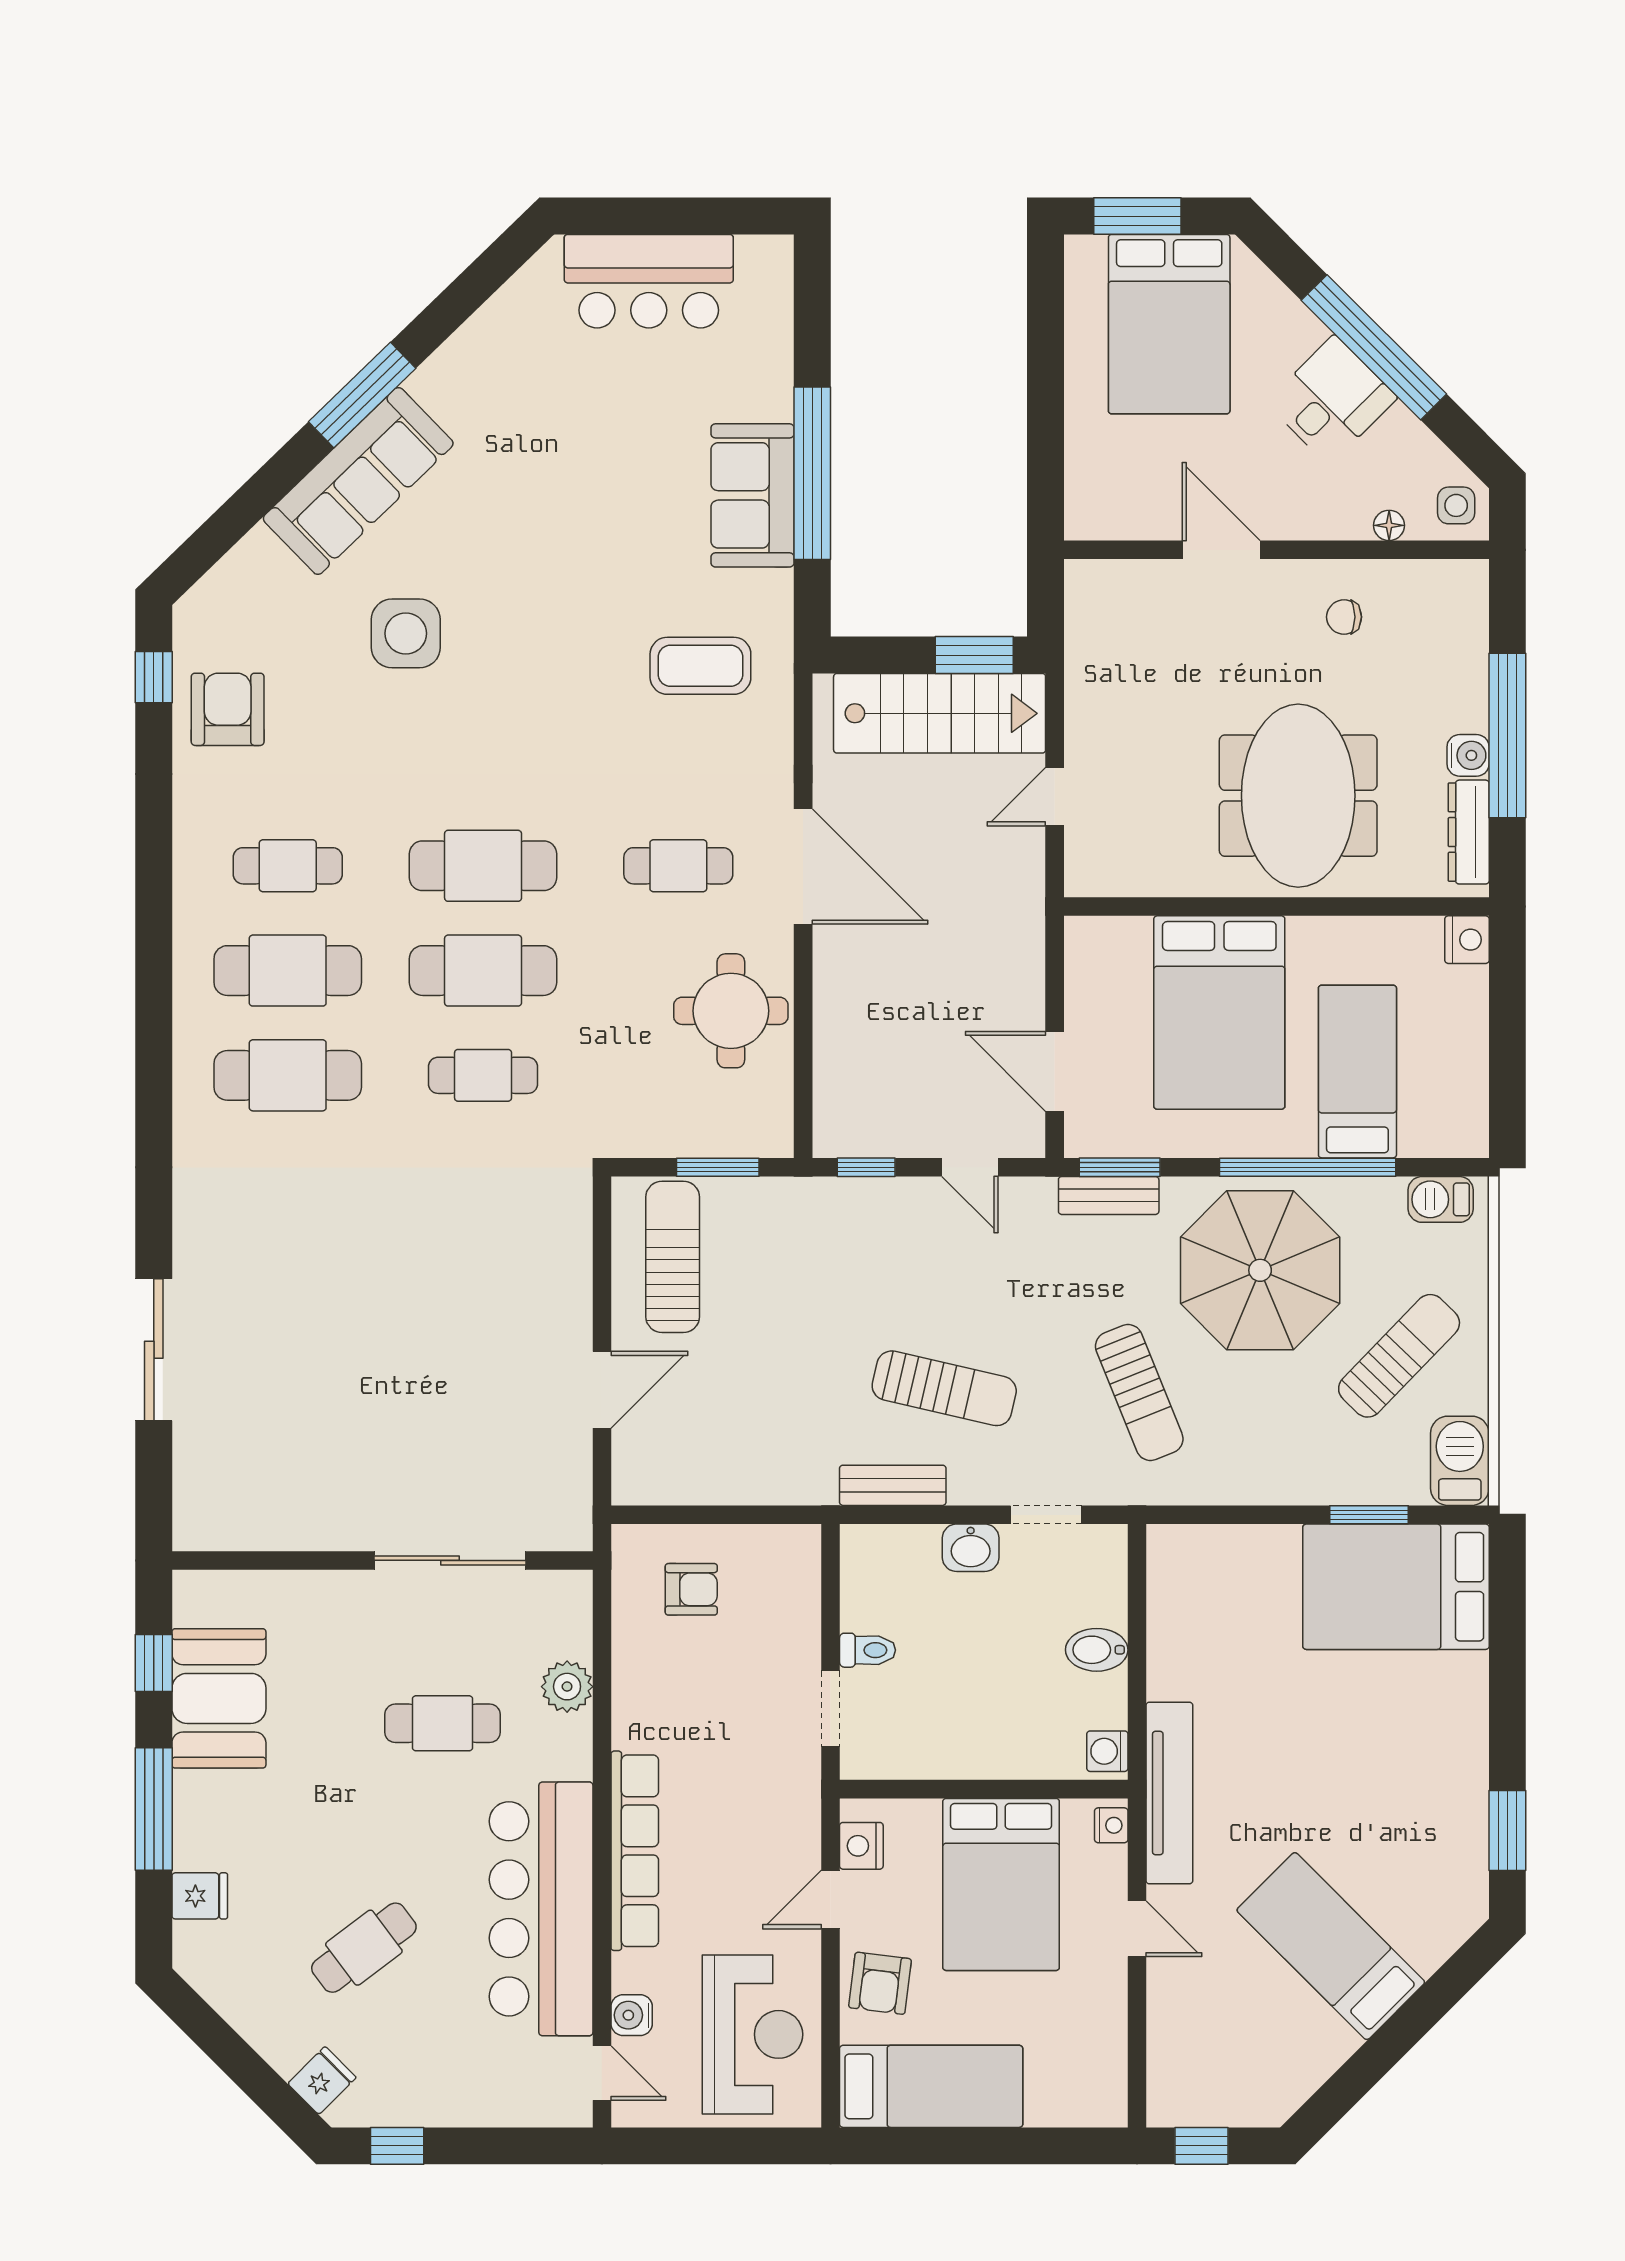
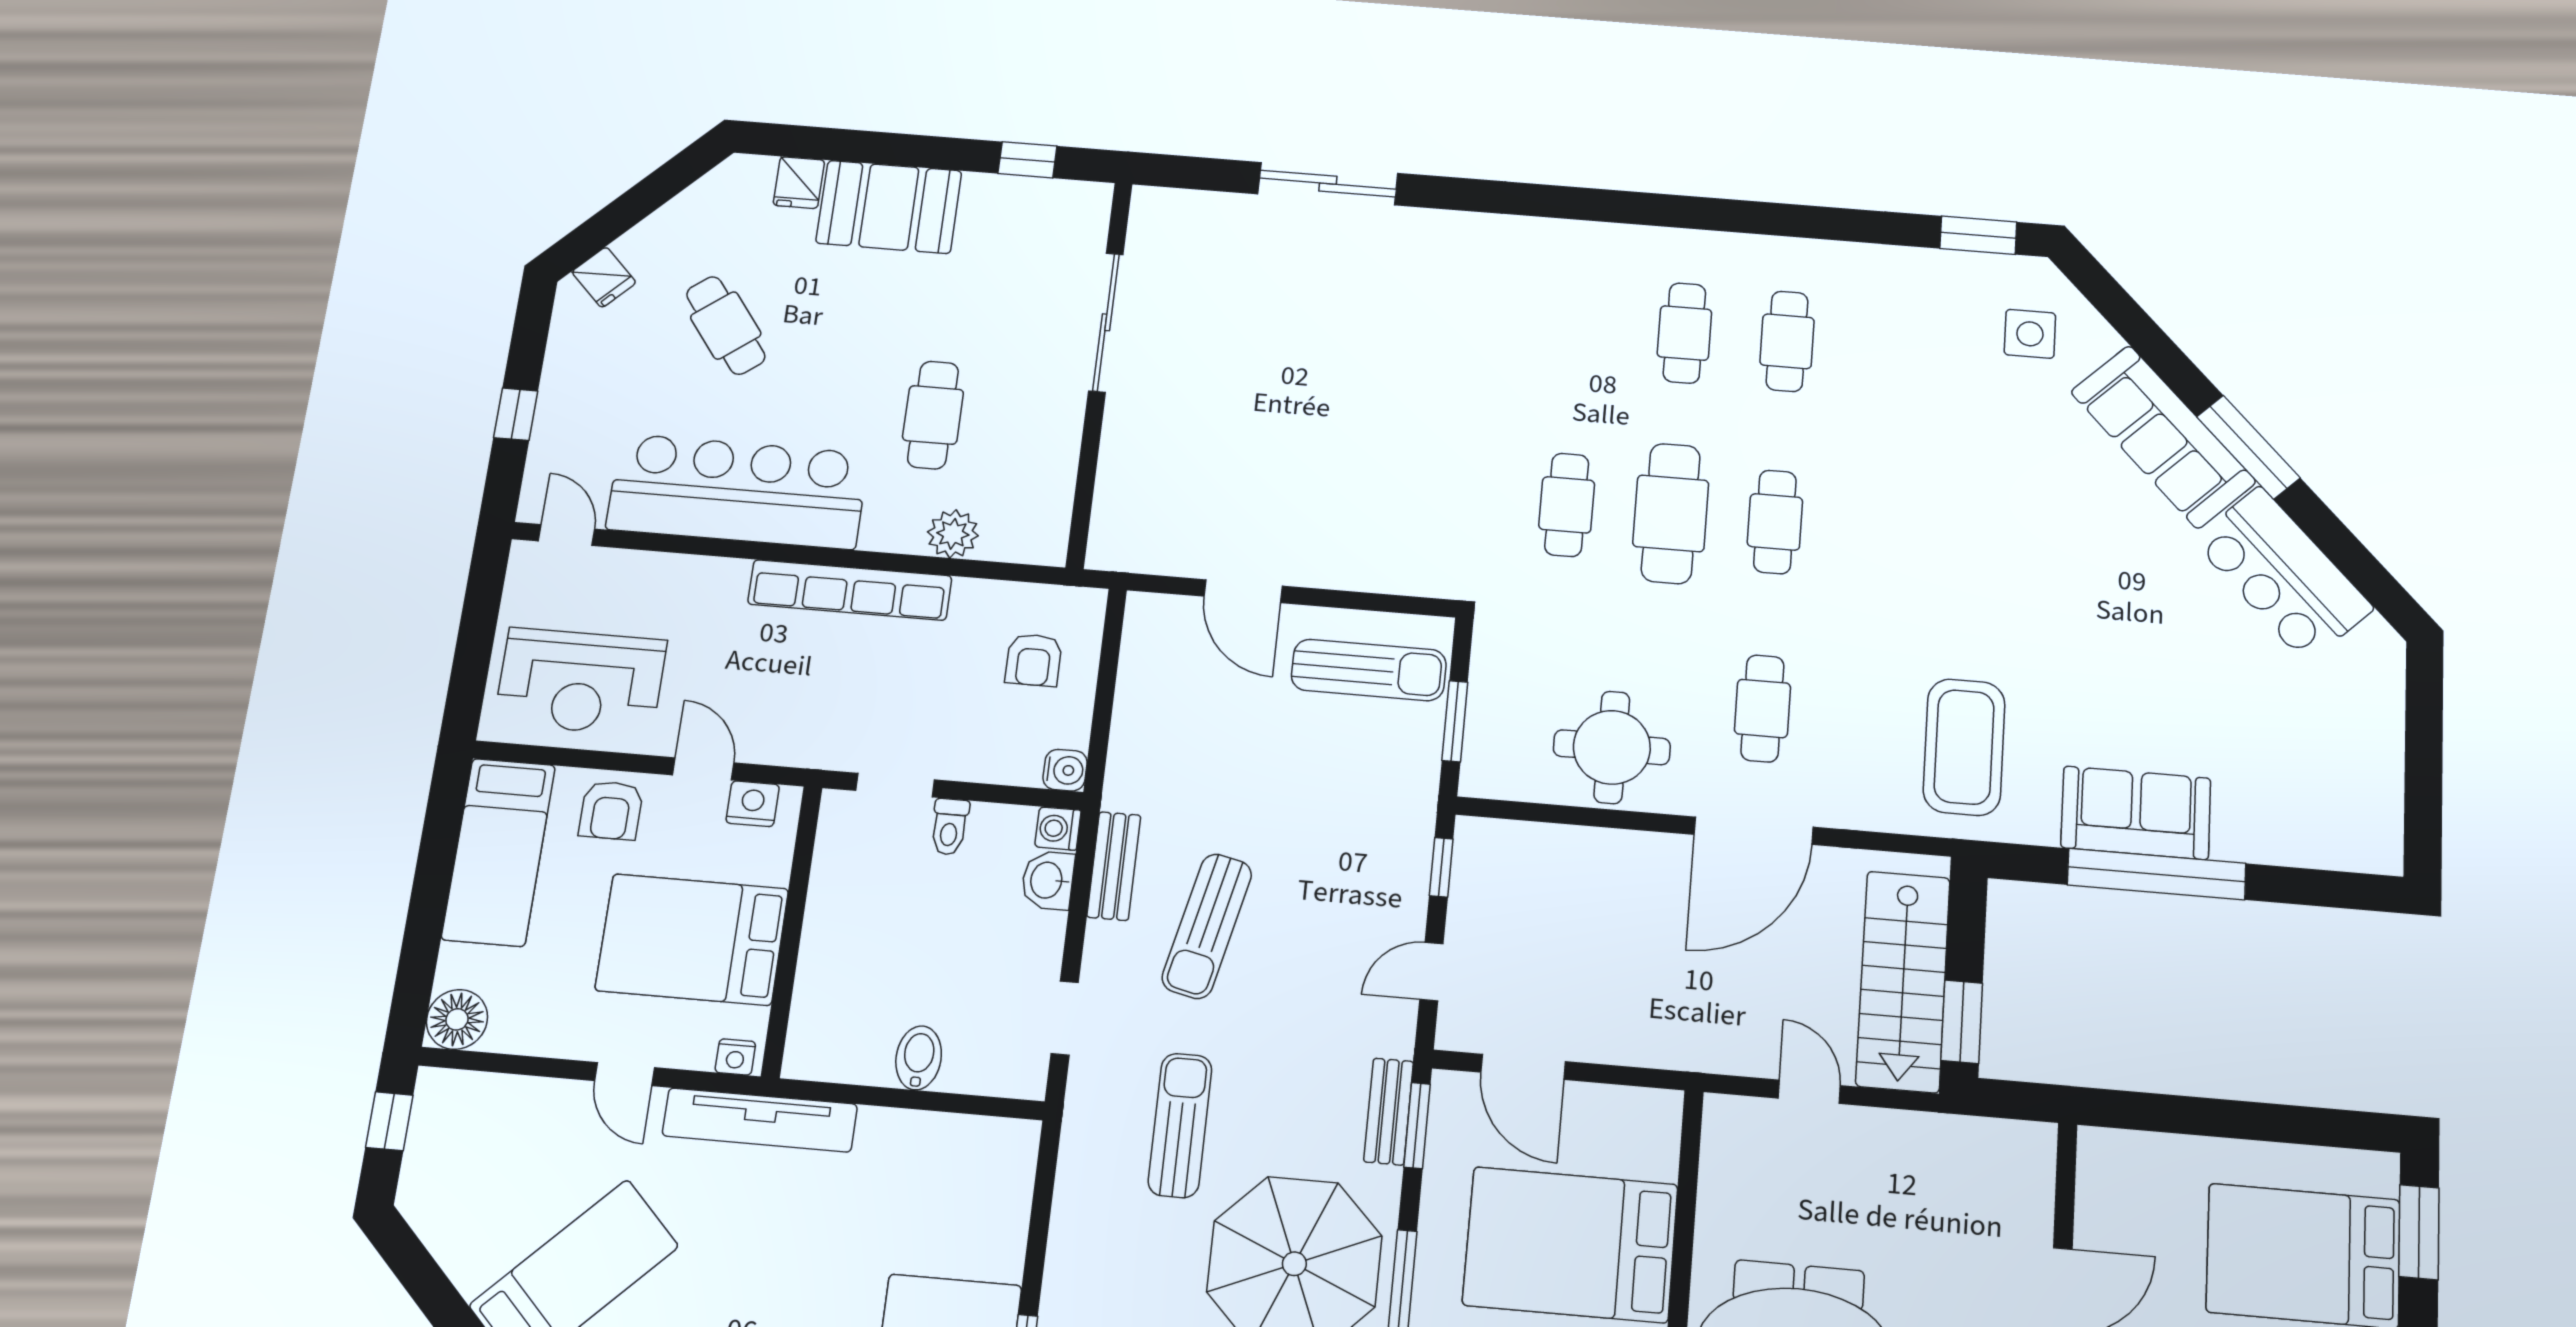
bar counter: (649, 281) -> (2283, 574), moved, turned -44
side table: (406, 633) -> (2030, 334), moved, width x0.73, depth x0.73
coffee table: (700, 666) -> (1964, 747), width x1.36, depth x1.32
window: (154, 677) -> (1978, 235), width x1.50
armchair: (228, 709) -> (1943, 299), removed
cafe table: (483, 866) -> (1775, 522), width x0.73, depth x0.74
cafe table: (288, 971) -> (1684, 333), width x0.73, depth x0.74
door: (1055, 1071) -> (1523, 1067), swing flipped
cafe table: (288, 1075) -> (1582, 325), removed
sun lounger: (1139, 1392) -> (1180, 1125), turned 112
washbasin: (971, 1548) -> (1048, 880), moved
sliding door: (450, 1560) -> (1106, 322), moved
booth: (219, 1698) -> (889, 207), moved
washing machine: (1107, 1751) -> (1058, 829), moved, turned -90
window: (154, 1809) -> (888, 149), removed
row of seats: (635, 1851) -> (850, 590), moved
door: (1137, 1929) -> (625, 1074), hinge flipped
armchair: (880, 1983) -> (611, 810), turned -97
water cooler: (632, 2015) -> (1065, 770), moved, turned 90
door: (602, 2073) -> (567, 535), swing flipped
floor lamp: (1099, 2098) -> (457, 1019), added
window: (397, 2146) -> (516, 414), moved

